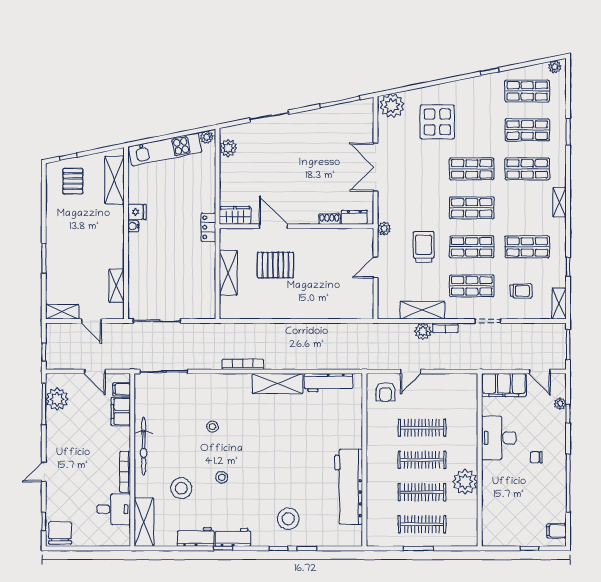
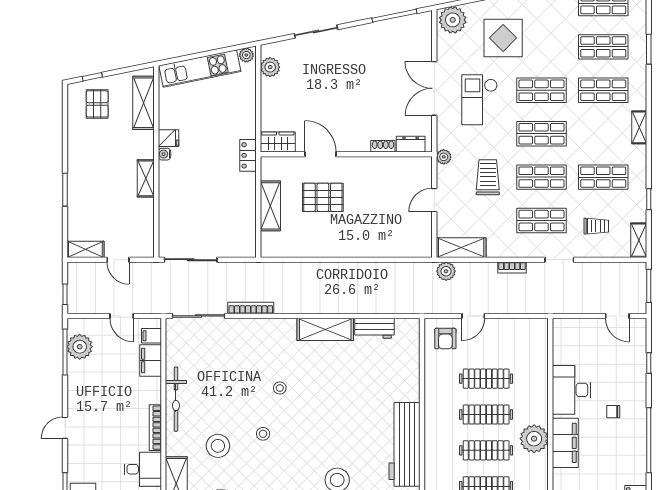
checkout: (416, 177) -> (480, 100), added
shelving: (116, 286) -> (146, 178), moved
shelving: (422, 310) -> (461, 248), moved
plant: (423, 331) -> (446, 271), moved
bookcase: (243, 364) -> (251, 308), moved
workbench: (328, 383) -> (375, 328), width x0.73
filing cabinet: (504, 385) -> (565, 443), moved, turned -90
plant: (560, 404) -> (640, 352), removed
stool: (212, 427) -> (280, 388), moved

